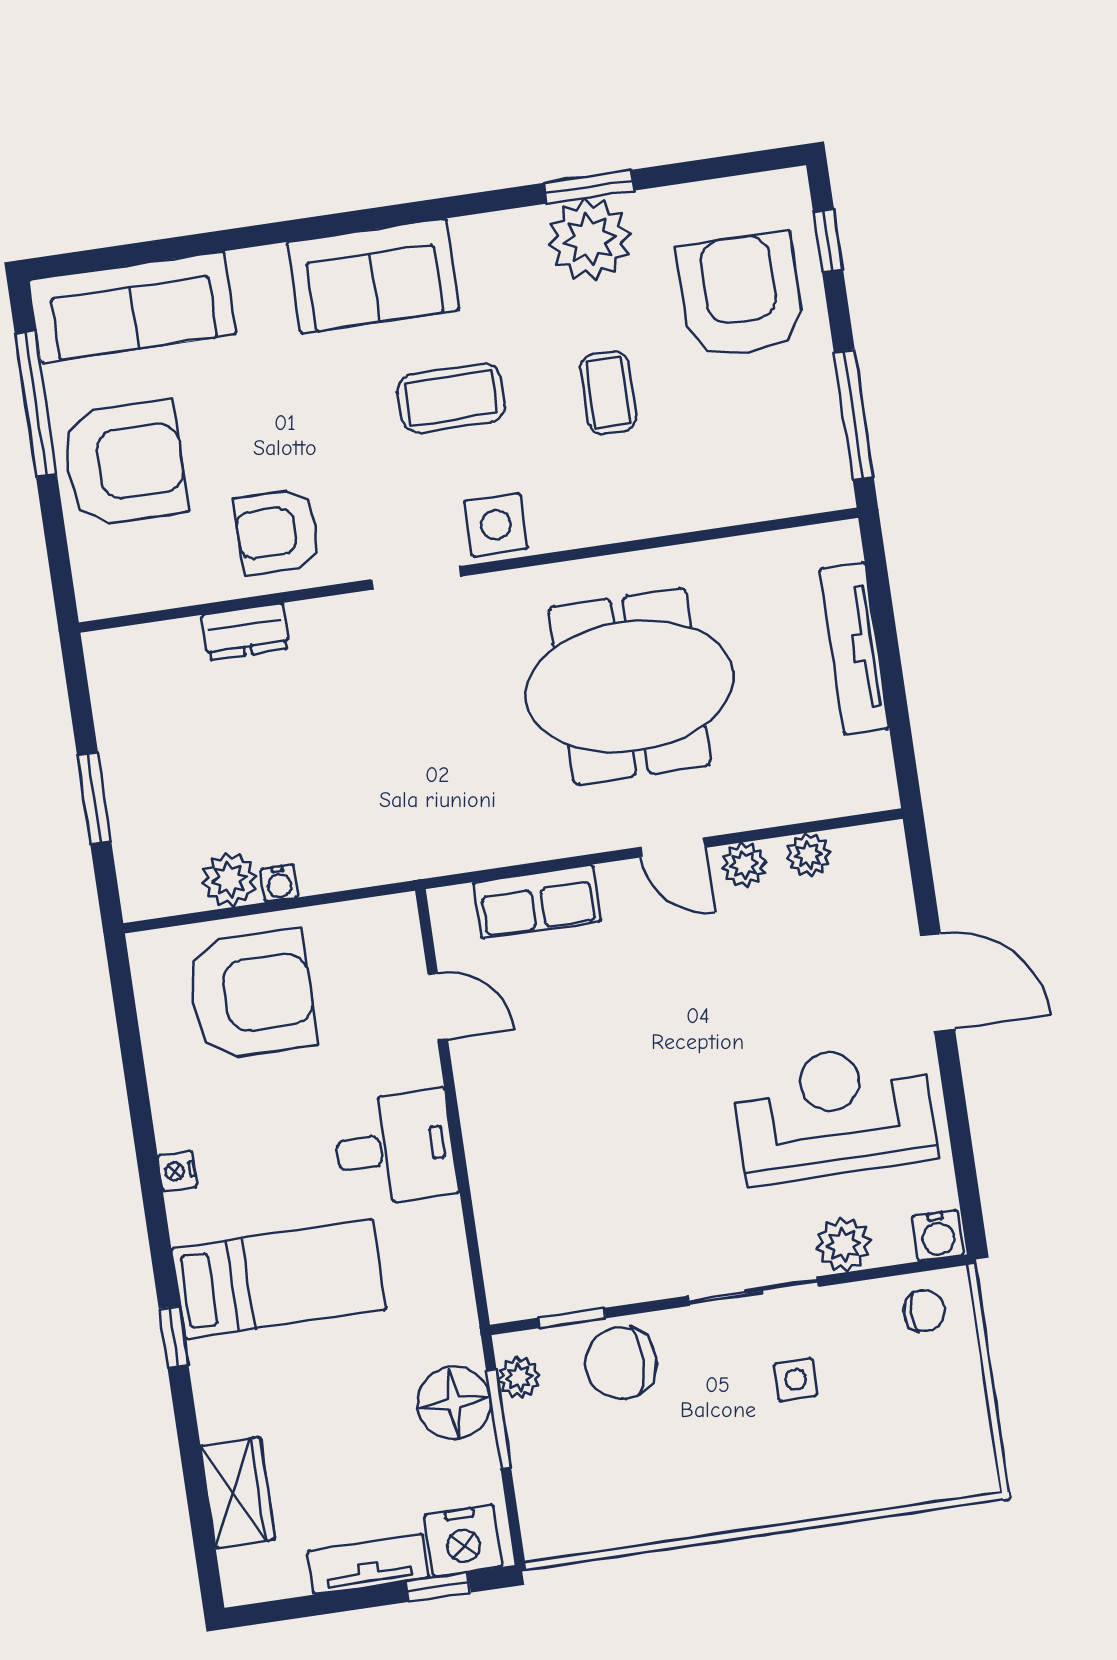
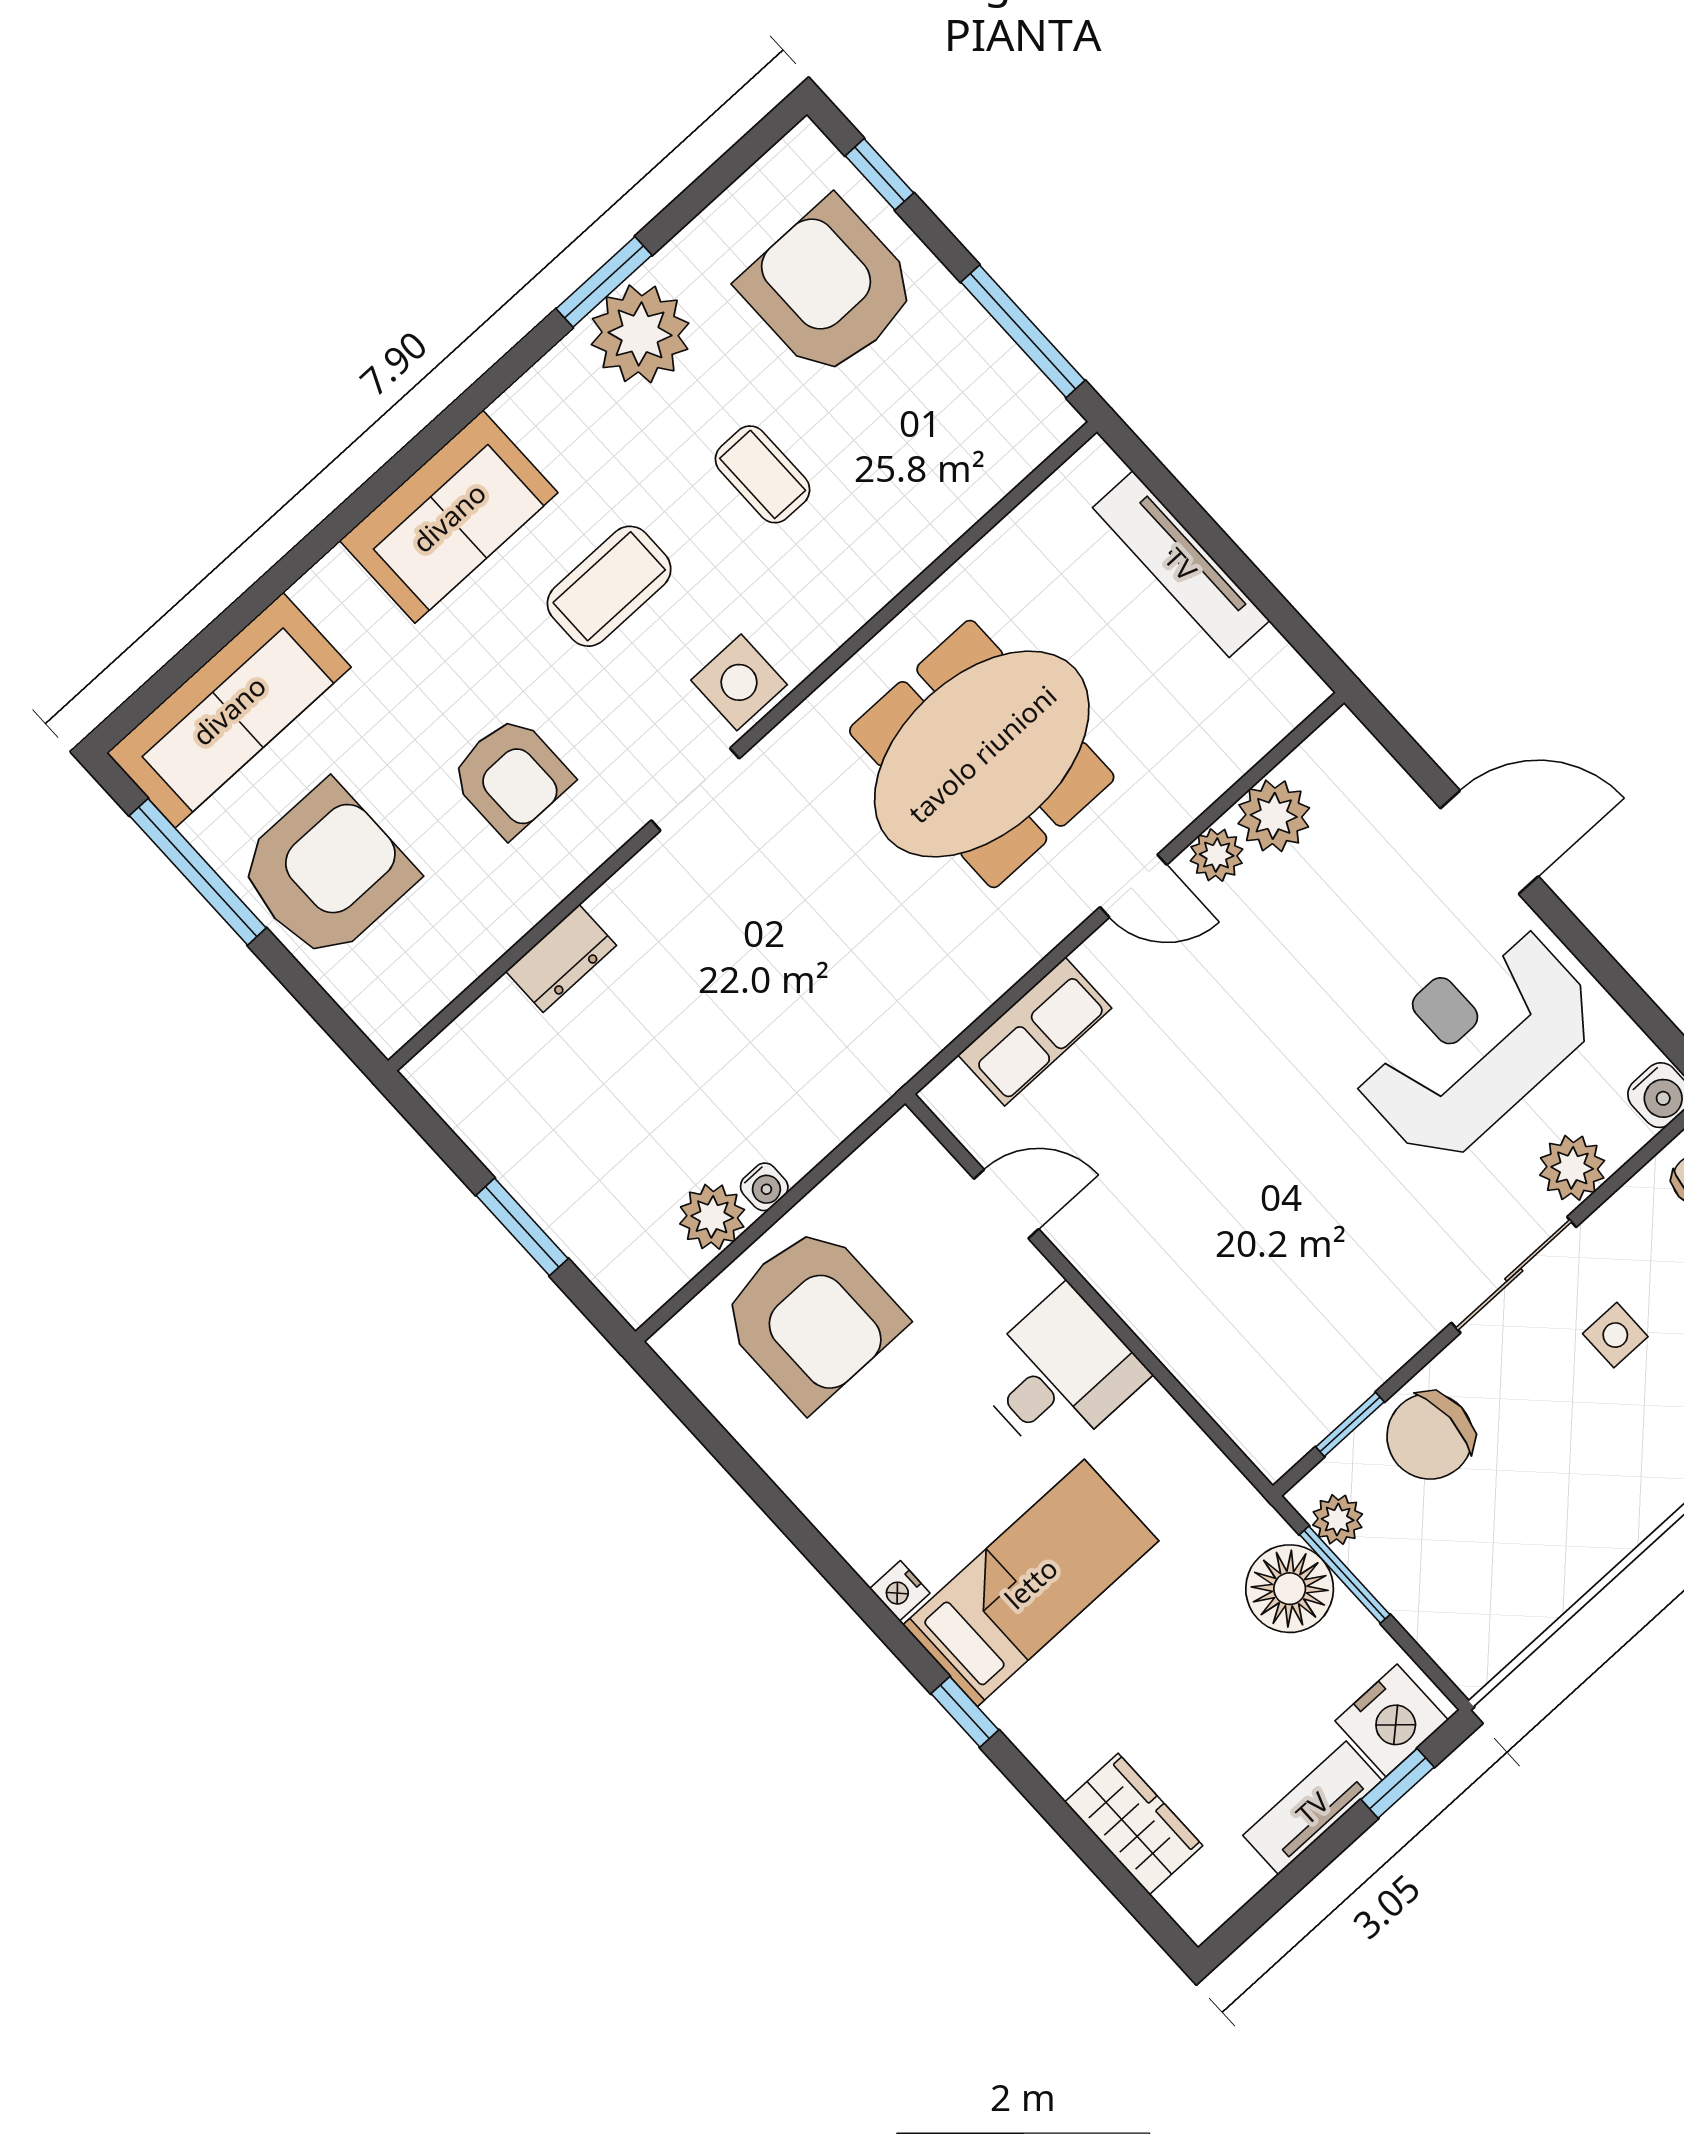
armchair: (277, 531) -> (511, 776), moved, turned -90
plant: (808, 855) -> (1274, 816), width x1.38, depth x1.38
armchair: (251, 995) -> (812, 1317), turned 90
nightstand: (177, 1171) -> (900, 1591), moved

